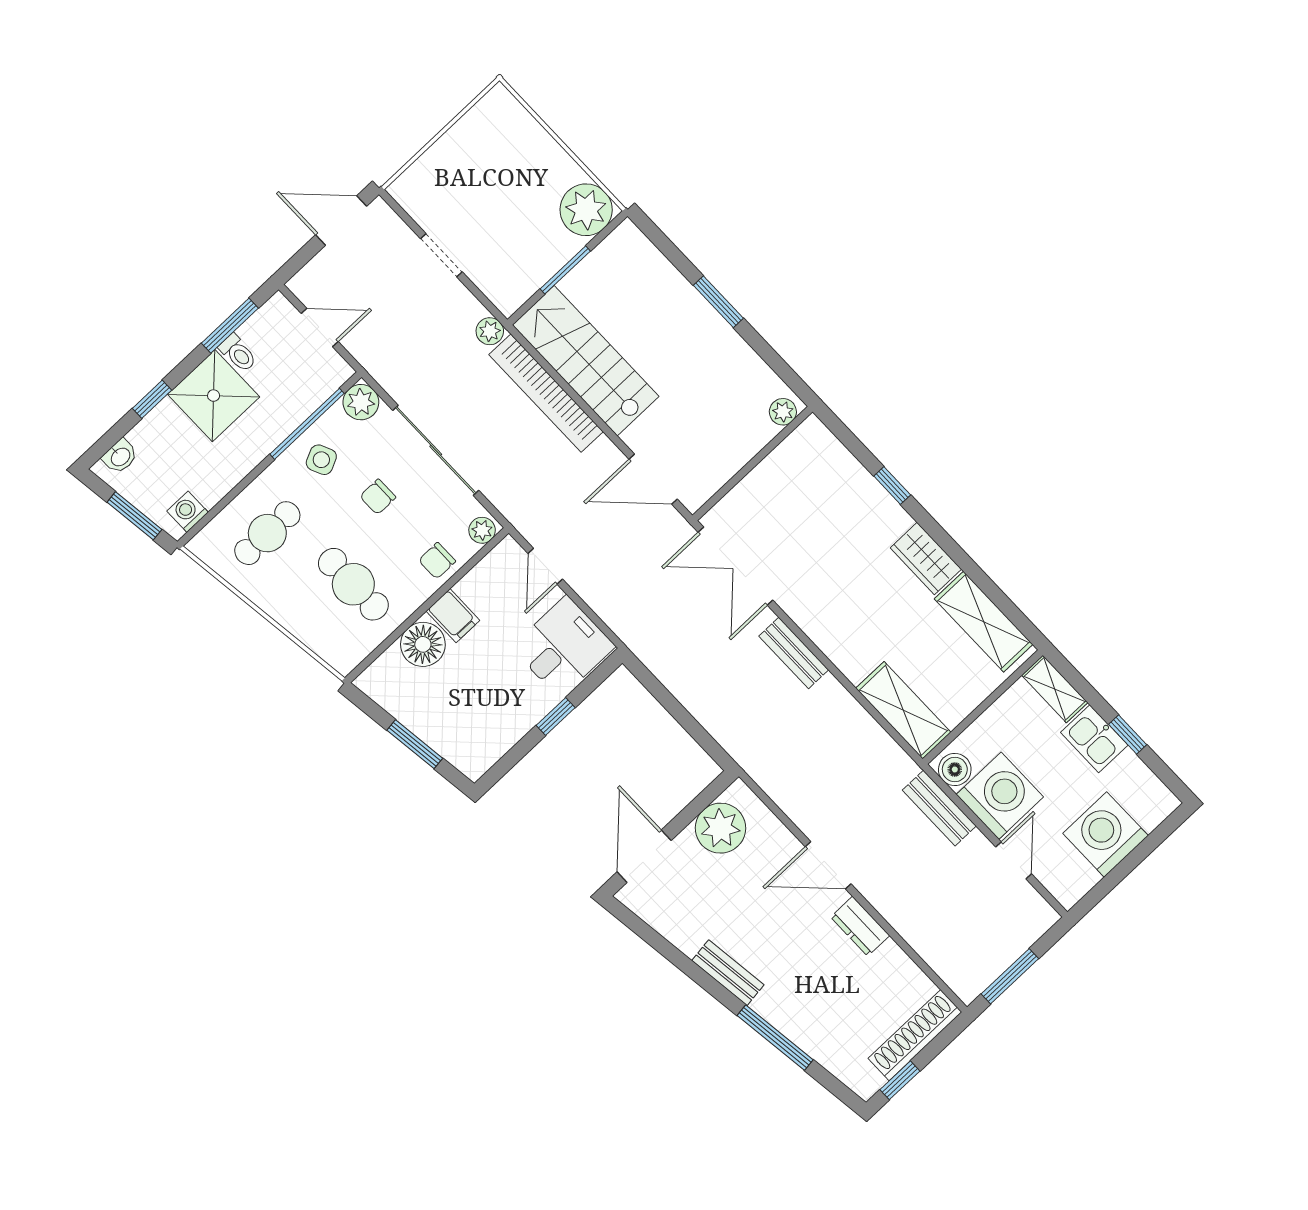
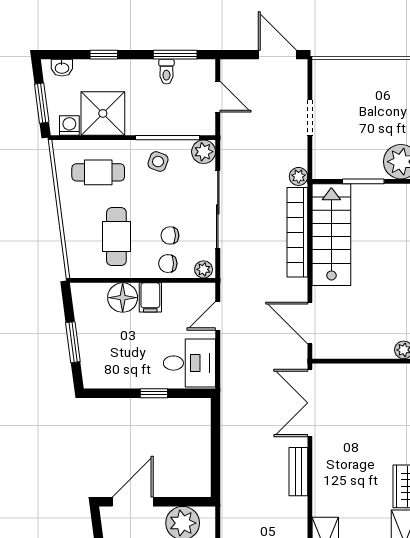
shower: (214, 396) -> (103, 113), moved
side table: (321, 460) -> (158, 162), turned 45
chair: (378, 497) -> (170, 235), moved

